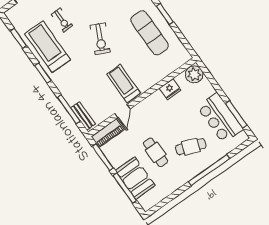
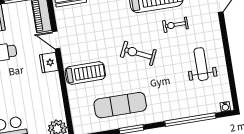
treadmill: (124, 84) -> (85, 73), moved
fridge: (170, 89) -> (49, 63), moved

